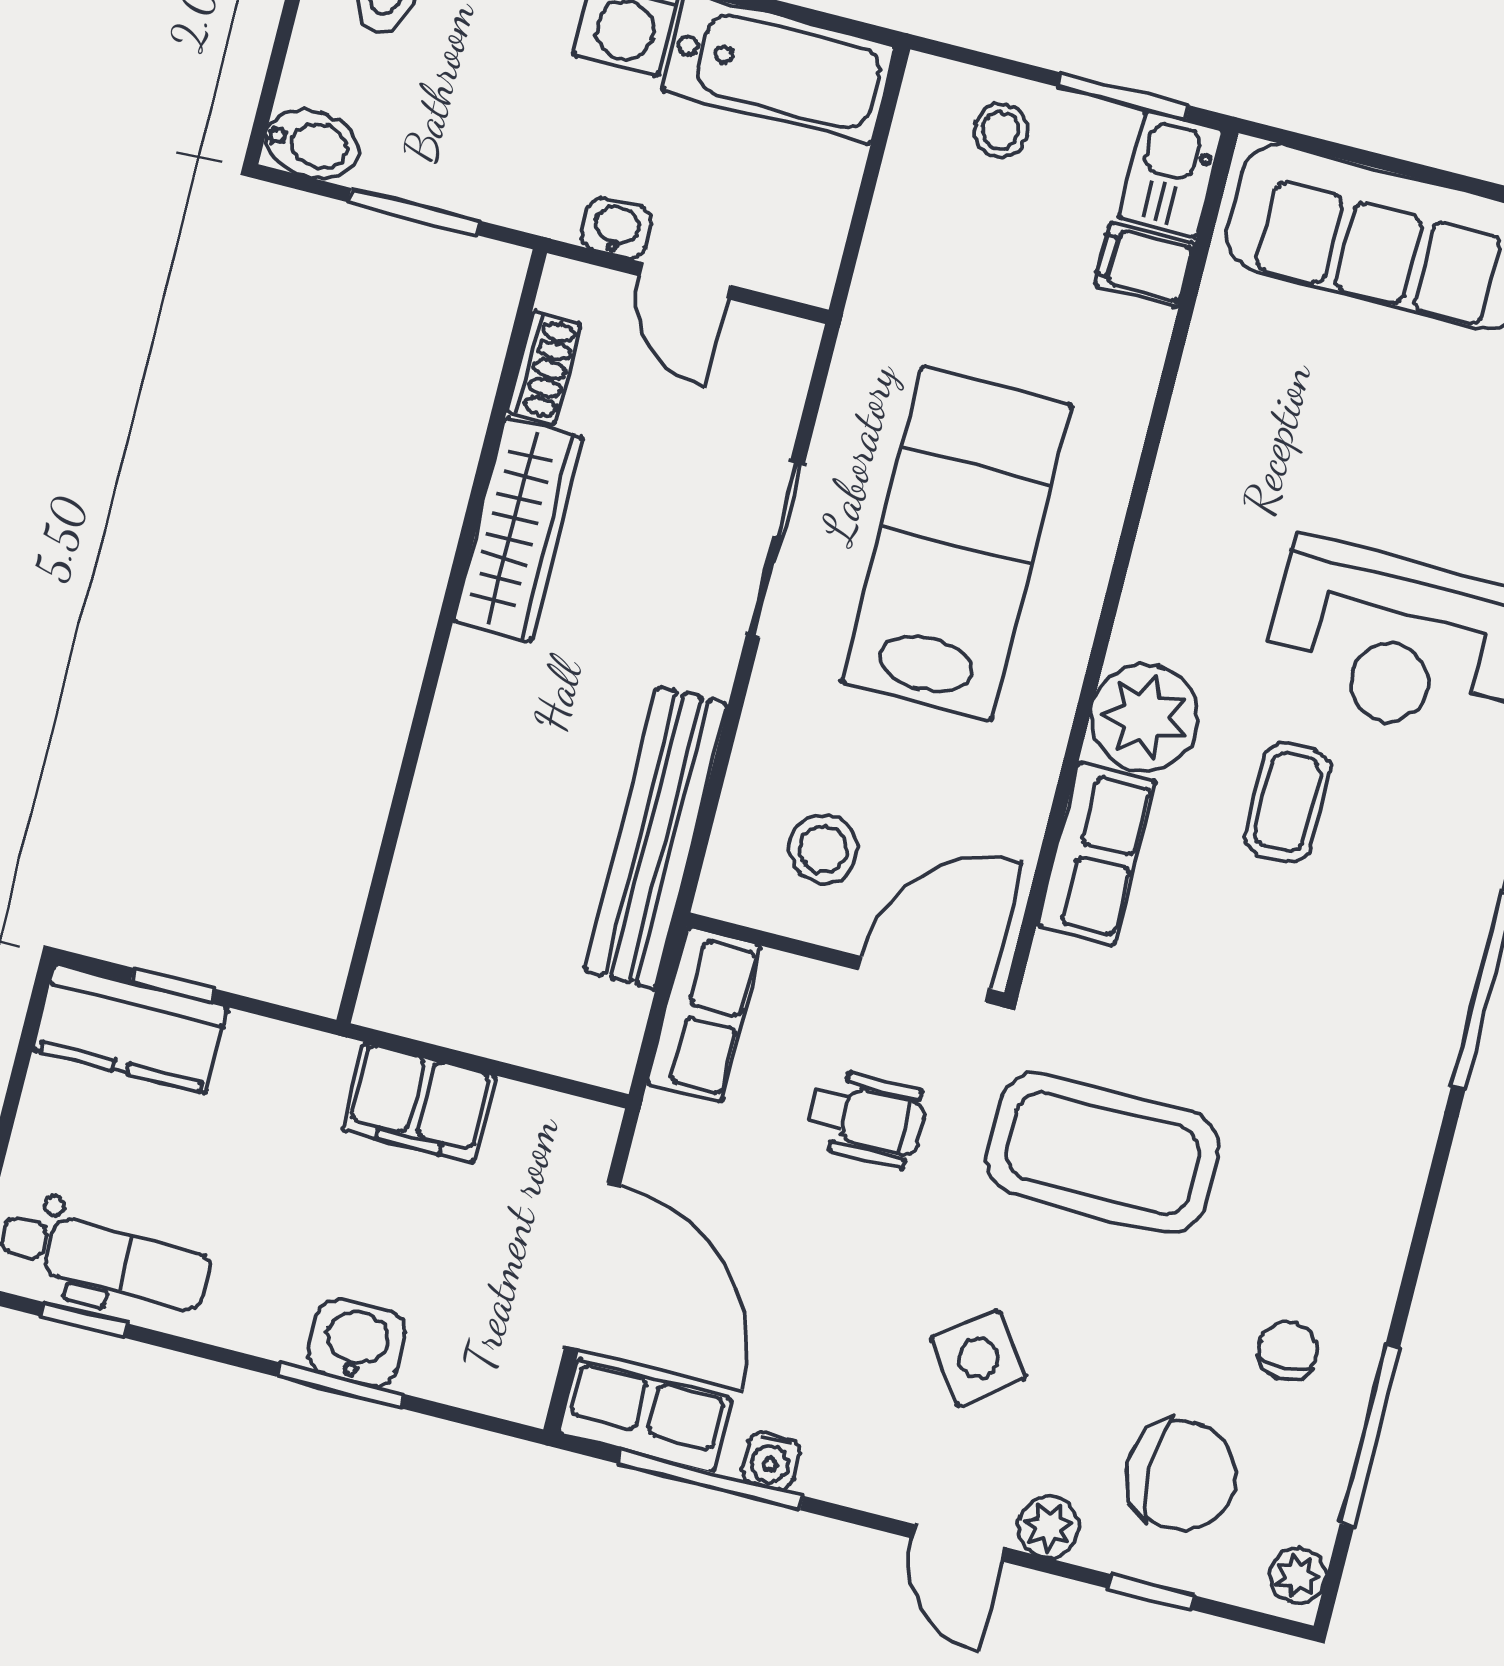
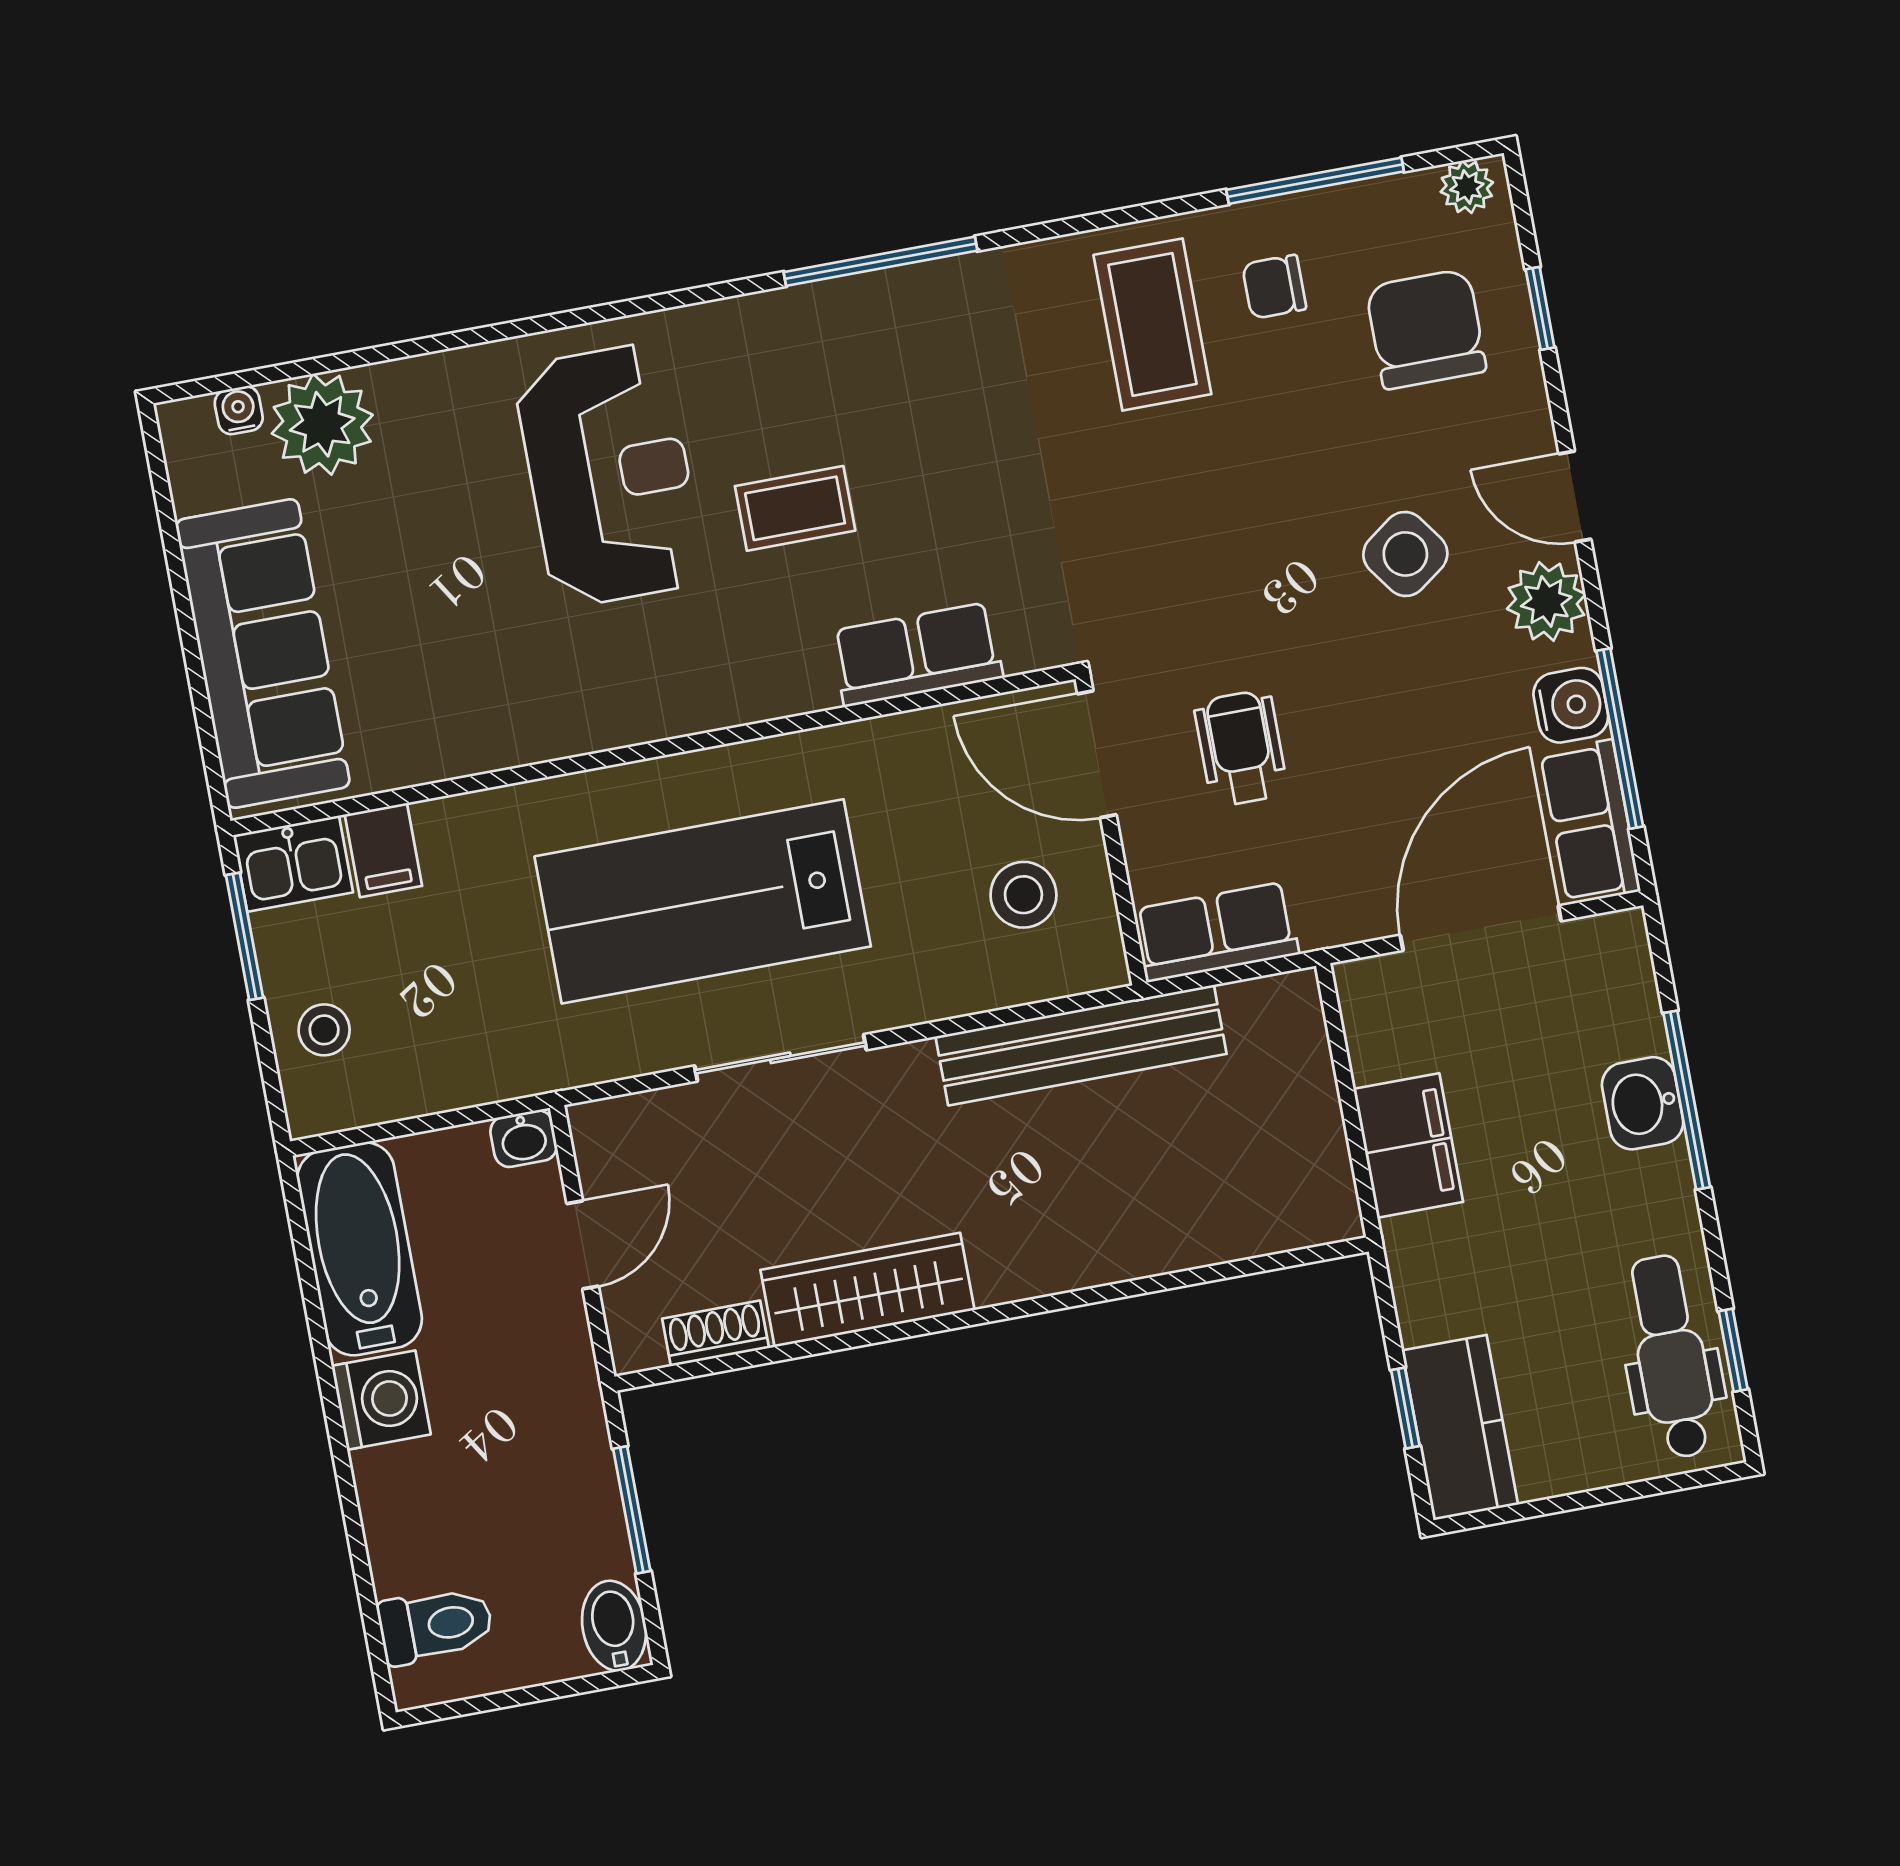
washbasin: (617, 228) -> (524, 1139), moved, turned -90
plant: (1145, 717) -> (779, 667), removed
coffee table: (1103, 1153) -> (1152, 324), moved, width x0.73, depth x0.76
window: (340, 1385) -> (1687, 1100), width x1.44
water cooler: (771, 1460) -> (1571, 705), width x1.38, depth x1.38
plant: (1048, 1527) -> (1546, 601), moved, width x1.38, depth x1.38
door: (959, 1543) -> (1575, 497), swing flipped

